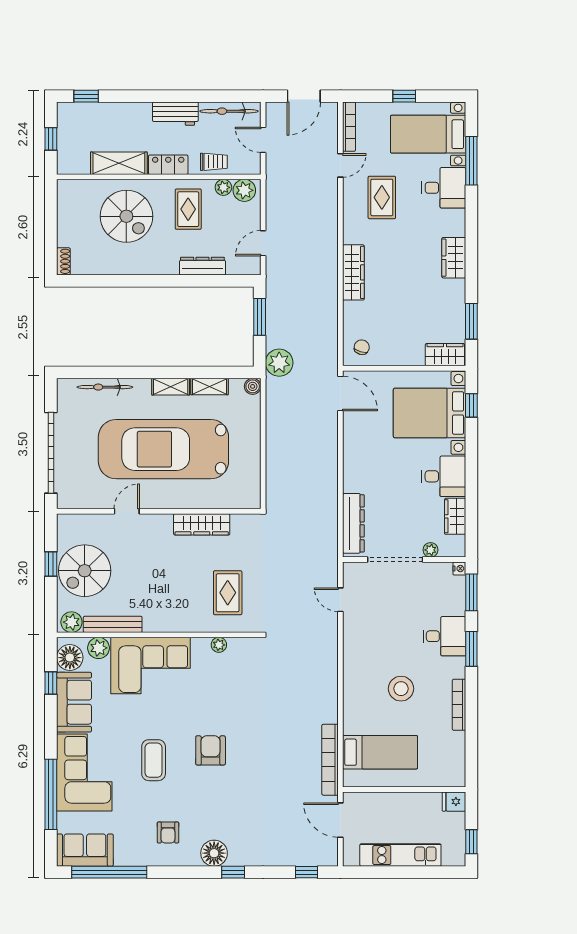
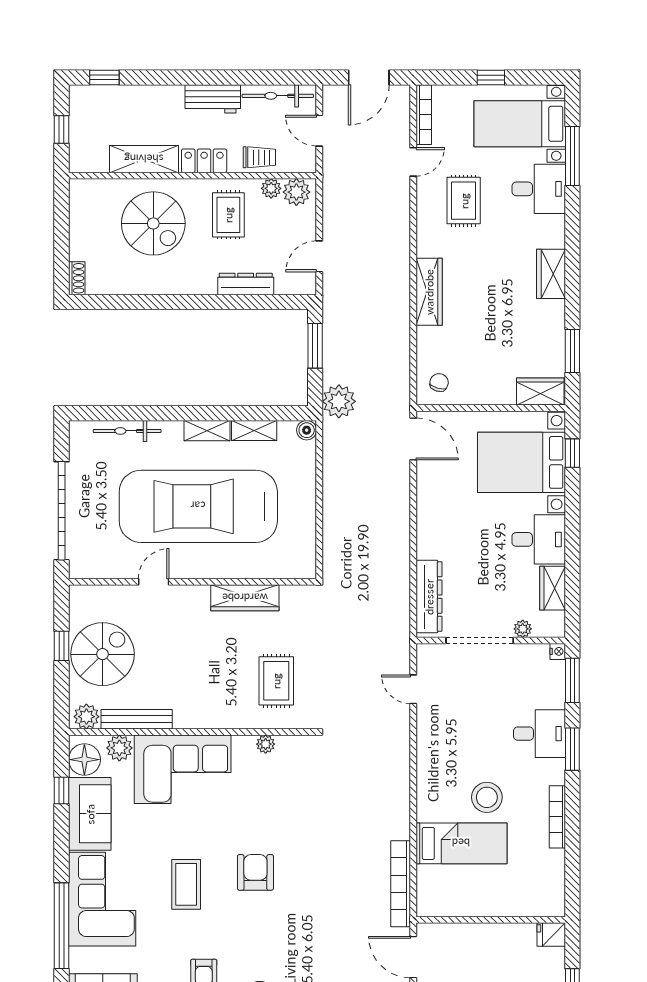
spiral stairs: (85, 571) -> (103, 654), turned 180
bed: (380, 752) -> (461, 843), moved

